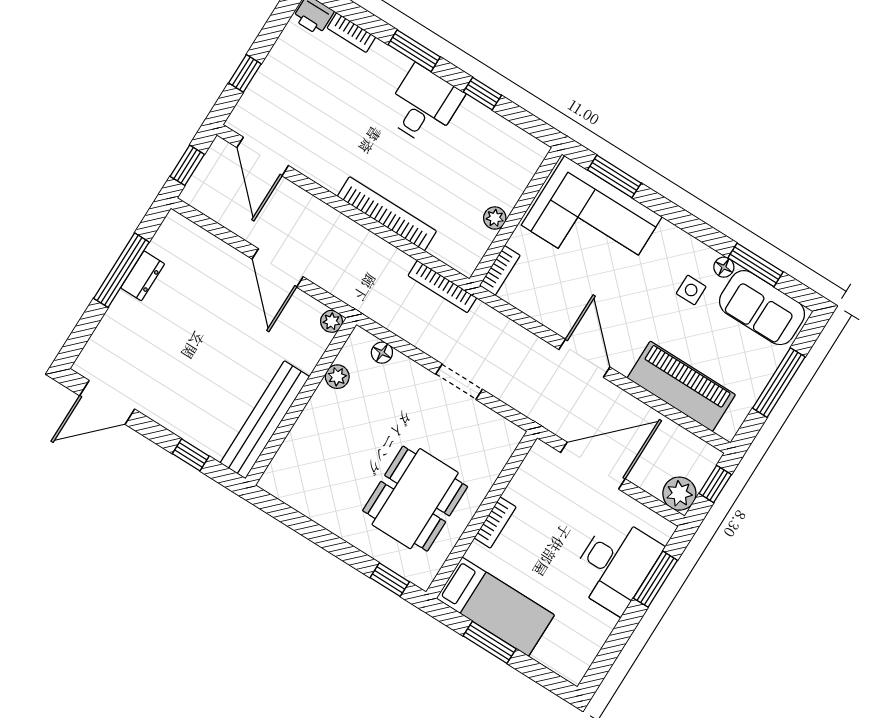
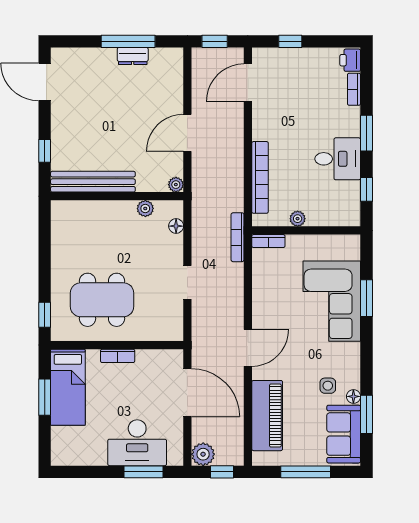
wall: (516, 217) -> (306, 230), moved
plant: (495, 218) -> (298, 219), moved
bookcase: (500, 270) -> (268, 241), moved

